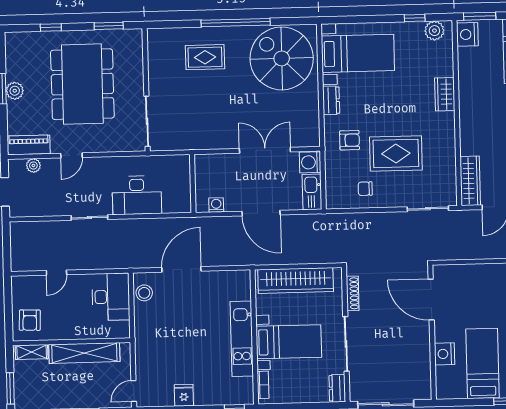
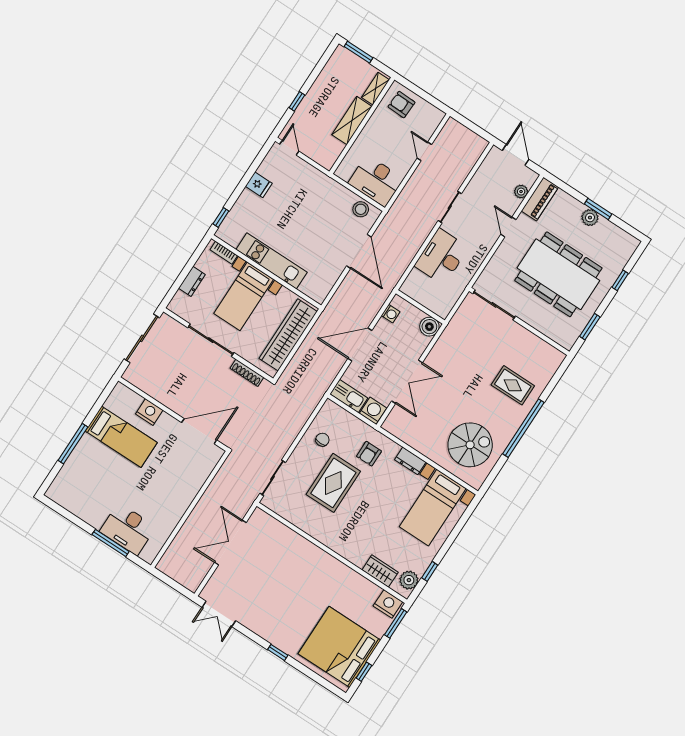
rug: (205, 57) -> (513, 385), turned 90
spiral stairs: (282, 58) -> (470, 445), width x0.73, depth x0.73
wardrobe: (445, 94) -> (380, 571), moved
boiler: (204, 164) -> (429, 327), added
wardrobe: (470, 181) -> (271, 526), removed
shelving: (84, 353) -> (352, 121), width x0.68
dresser: (337, 388) -> (192, 281), moved, turned 90

